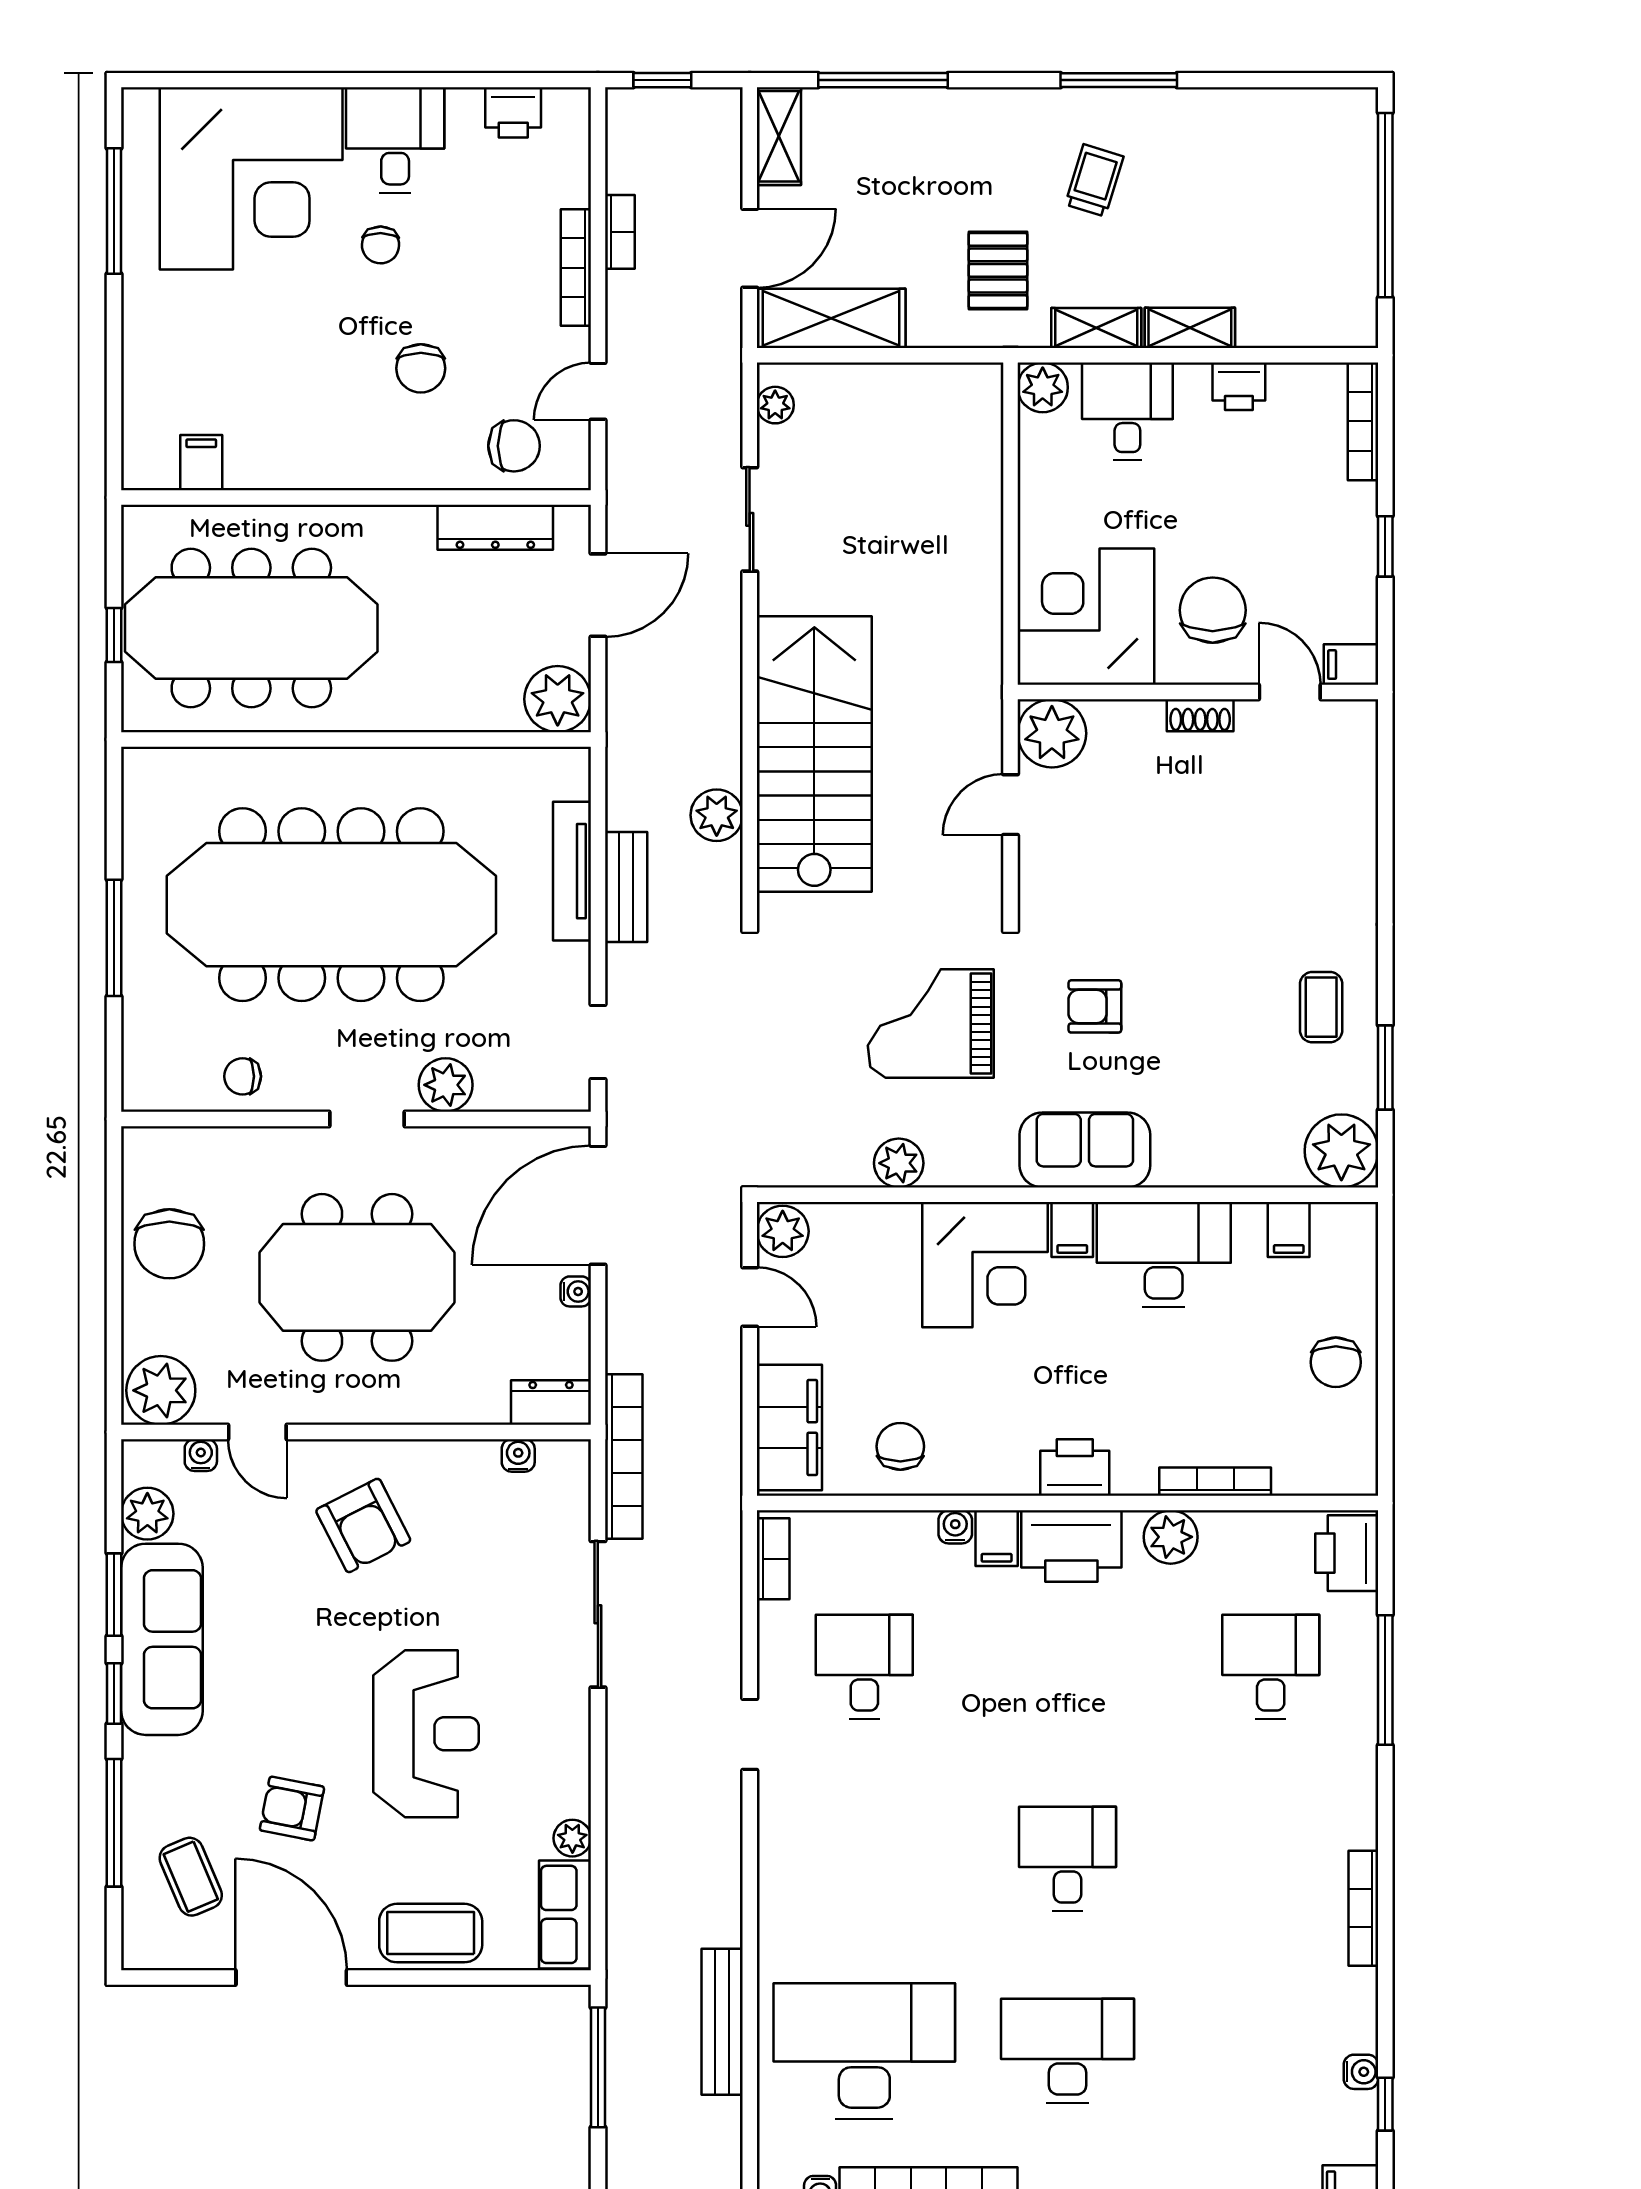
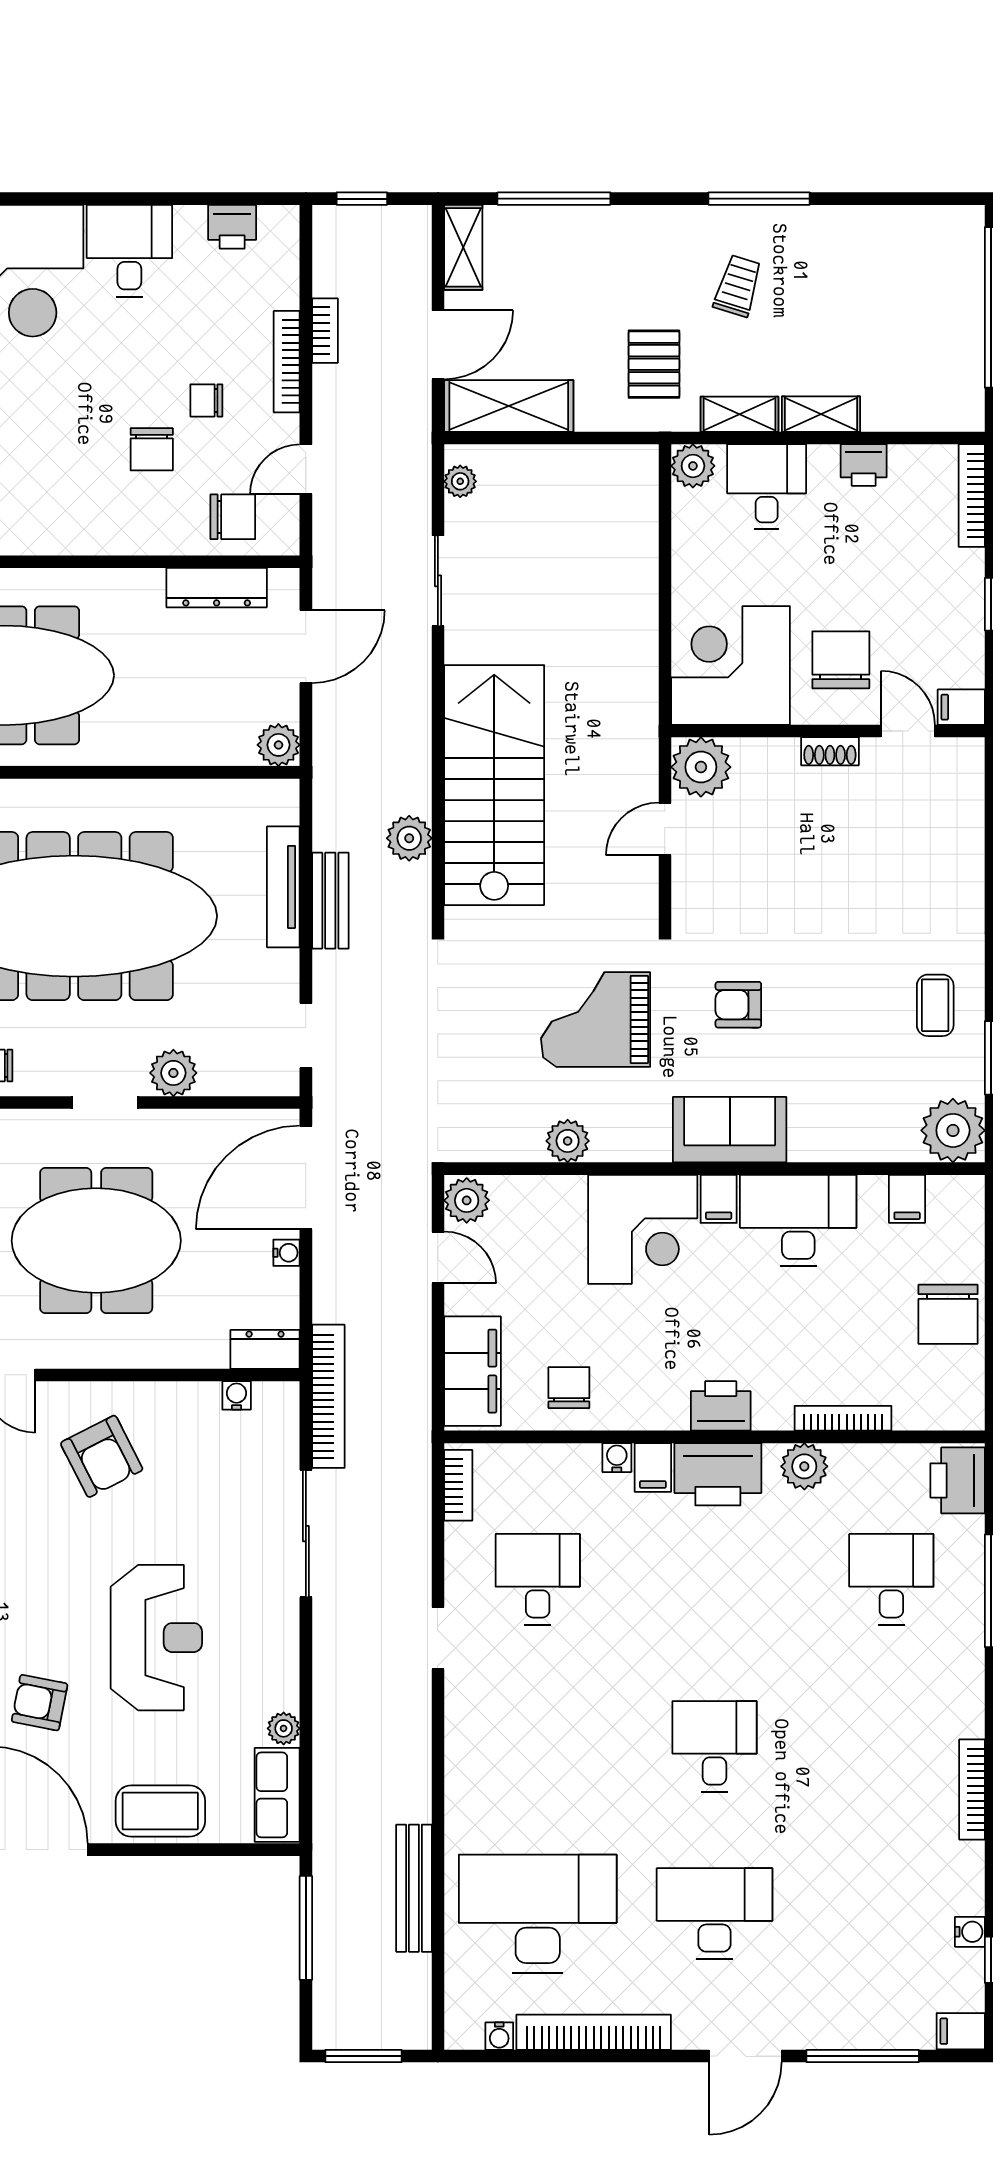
chair: (381, 245) -> (206, 400), moved, turned 89
plant: (558, 699) -> (278, 745), width x0.73, depth x0.73
chair: (1336, 1362) -> (948, 1314), width x1.37, depth x1.37

